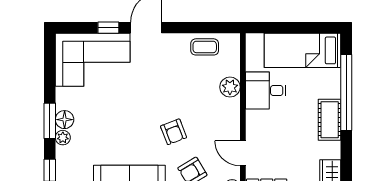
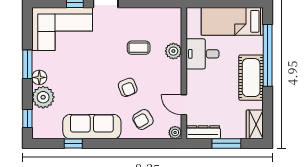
coffee table: (205, 47) -> (139, 48), moved
cot: (330, 120) -> (251, 78), width x1.37, depth x1.34
window: (50, 121) -> (27, 64), moved
plant: (63, 138) -> (43, 97), width x1.88, depth x1.88

